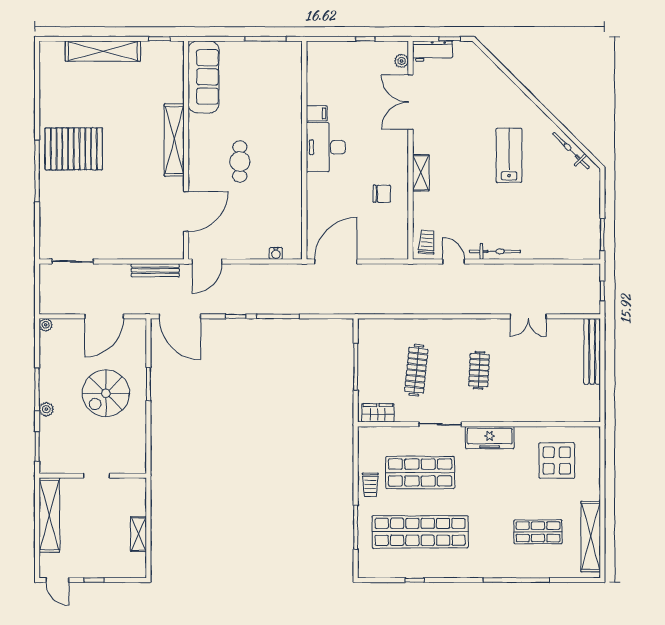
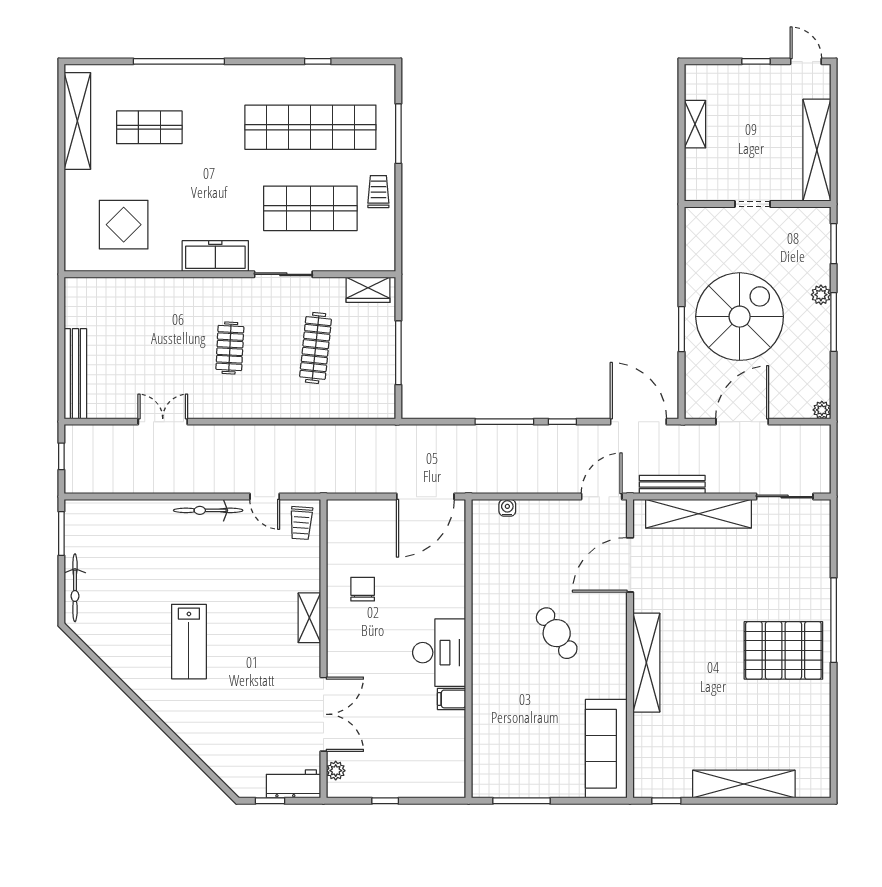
bicycle: (571, 151) -> (75, 588), moved, turned 45
cafe table: (240, 162) -> (557, 633), turned -34
chair: (382, 194) -> (363, 589), turned 90
shelving: (136, 249) -> (698, 514), added
spiral stairs: (106, 393) -> (740, 317), width x1.37, depth x1.37

